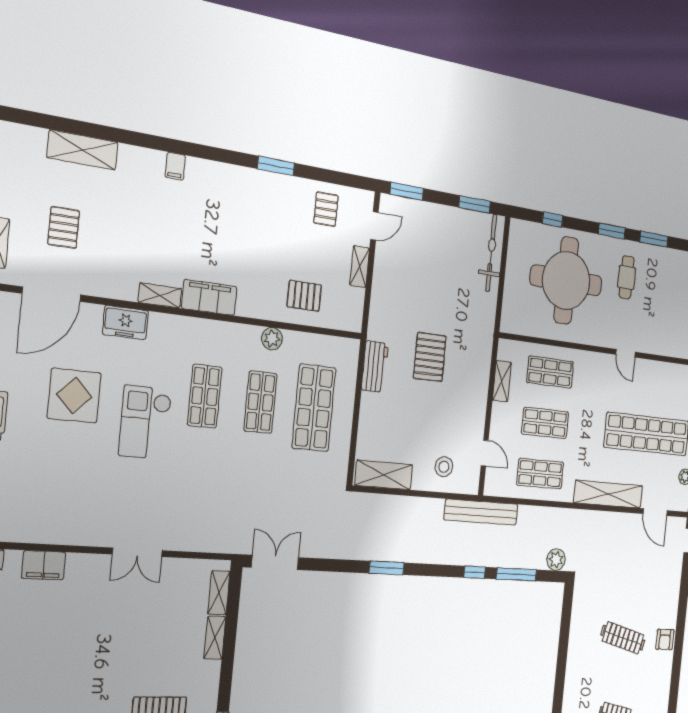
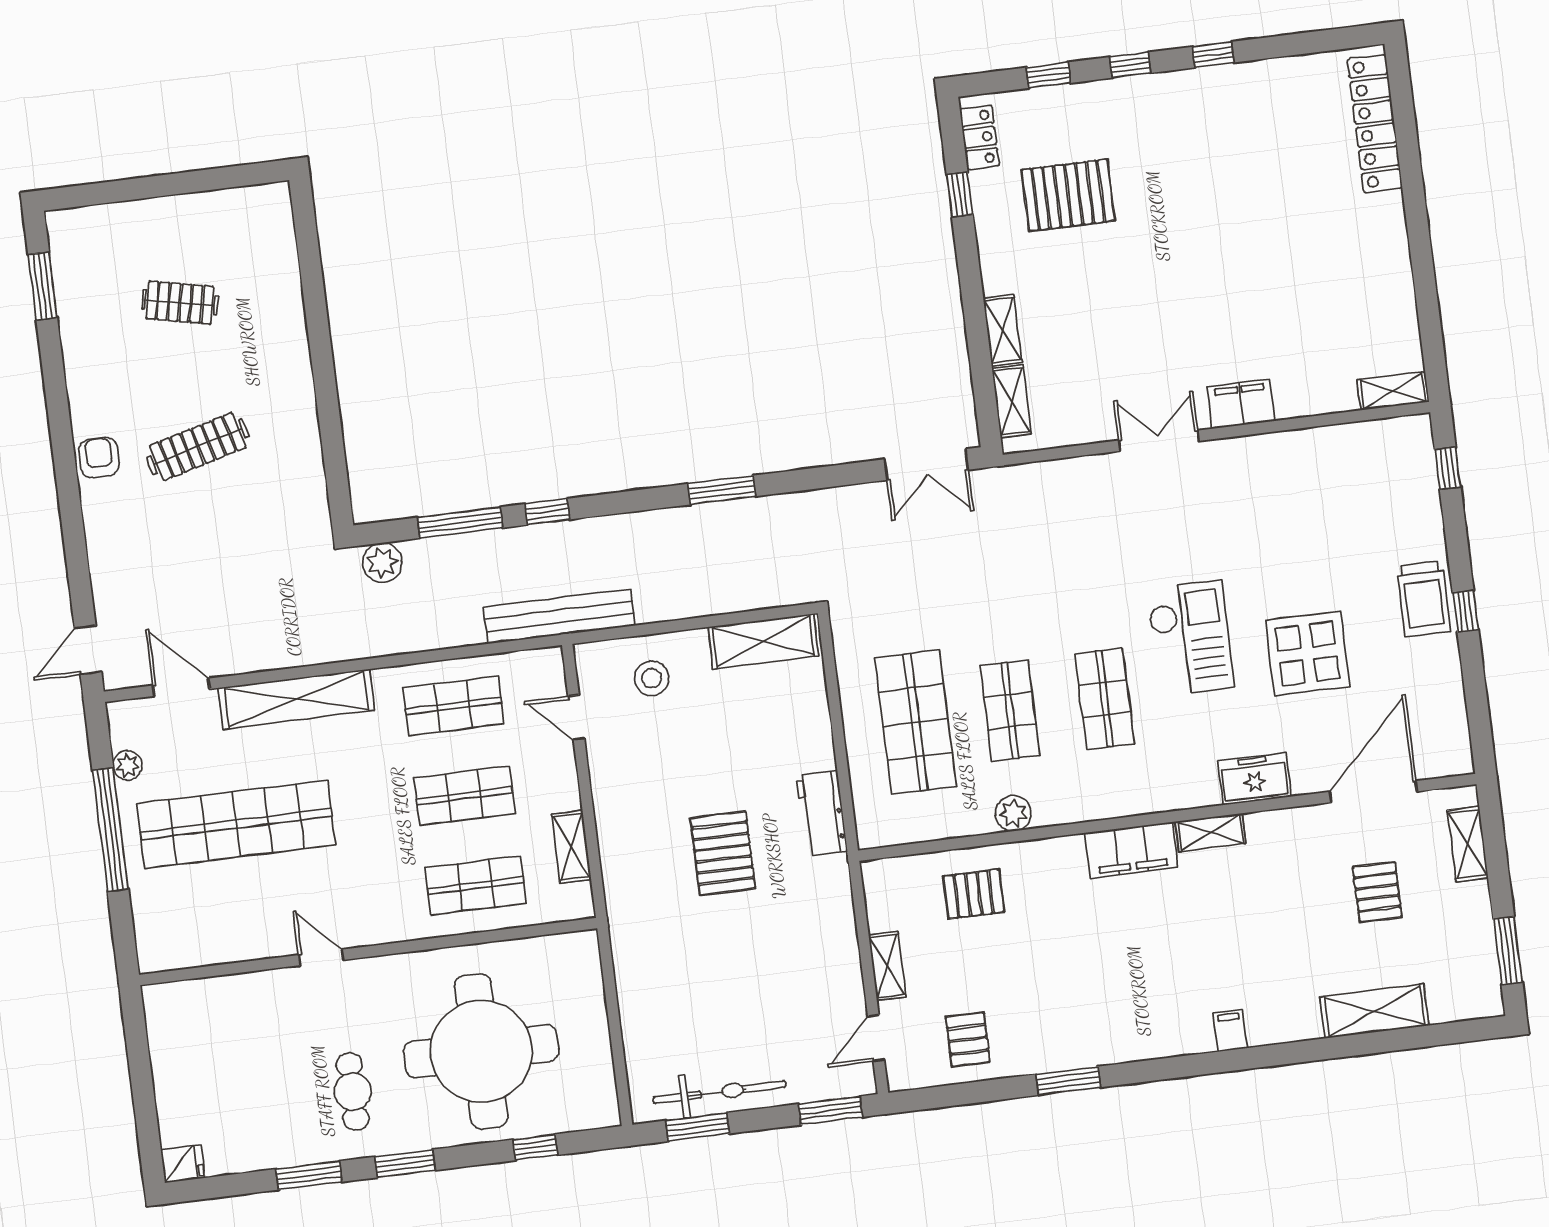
bicycle: (491, 253) -> (720, 1092), moved, turned -90
filing cabinet: (44, 565) -> (1241, 404), moved
clothes rail: (623, 638) -> (198, 446), turned -30

